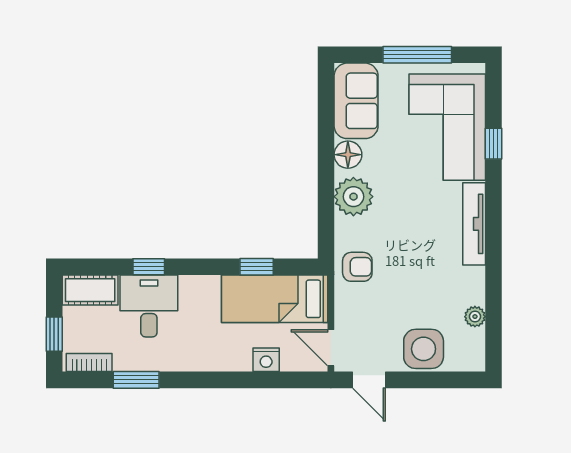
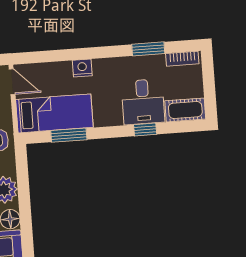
window: (257, 267) -> (69, 135), width x1.50
window: (54, 334) -> (208, 77), removed
nightstand: (266, 360) -> (82, 68), moved

